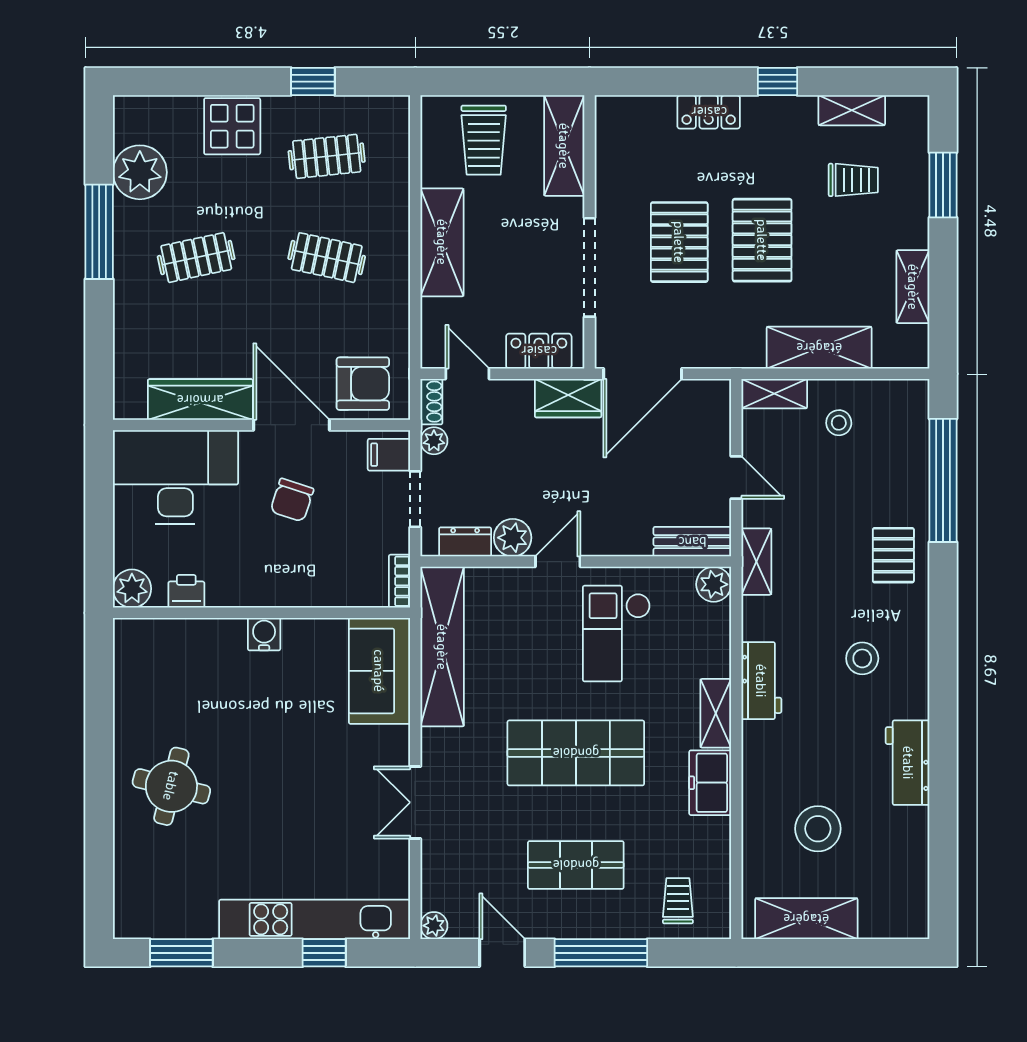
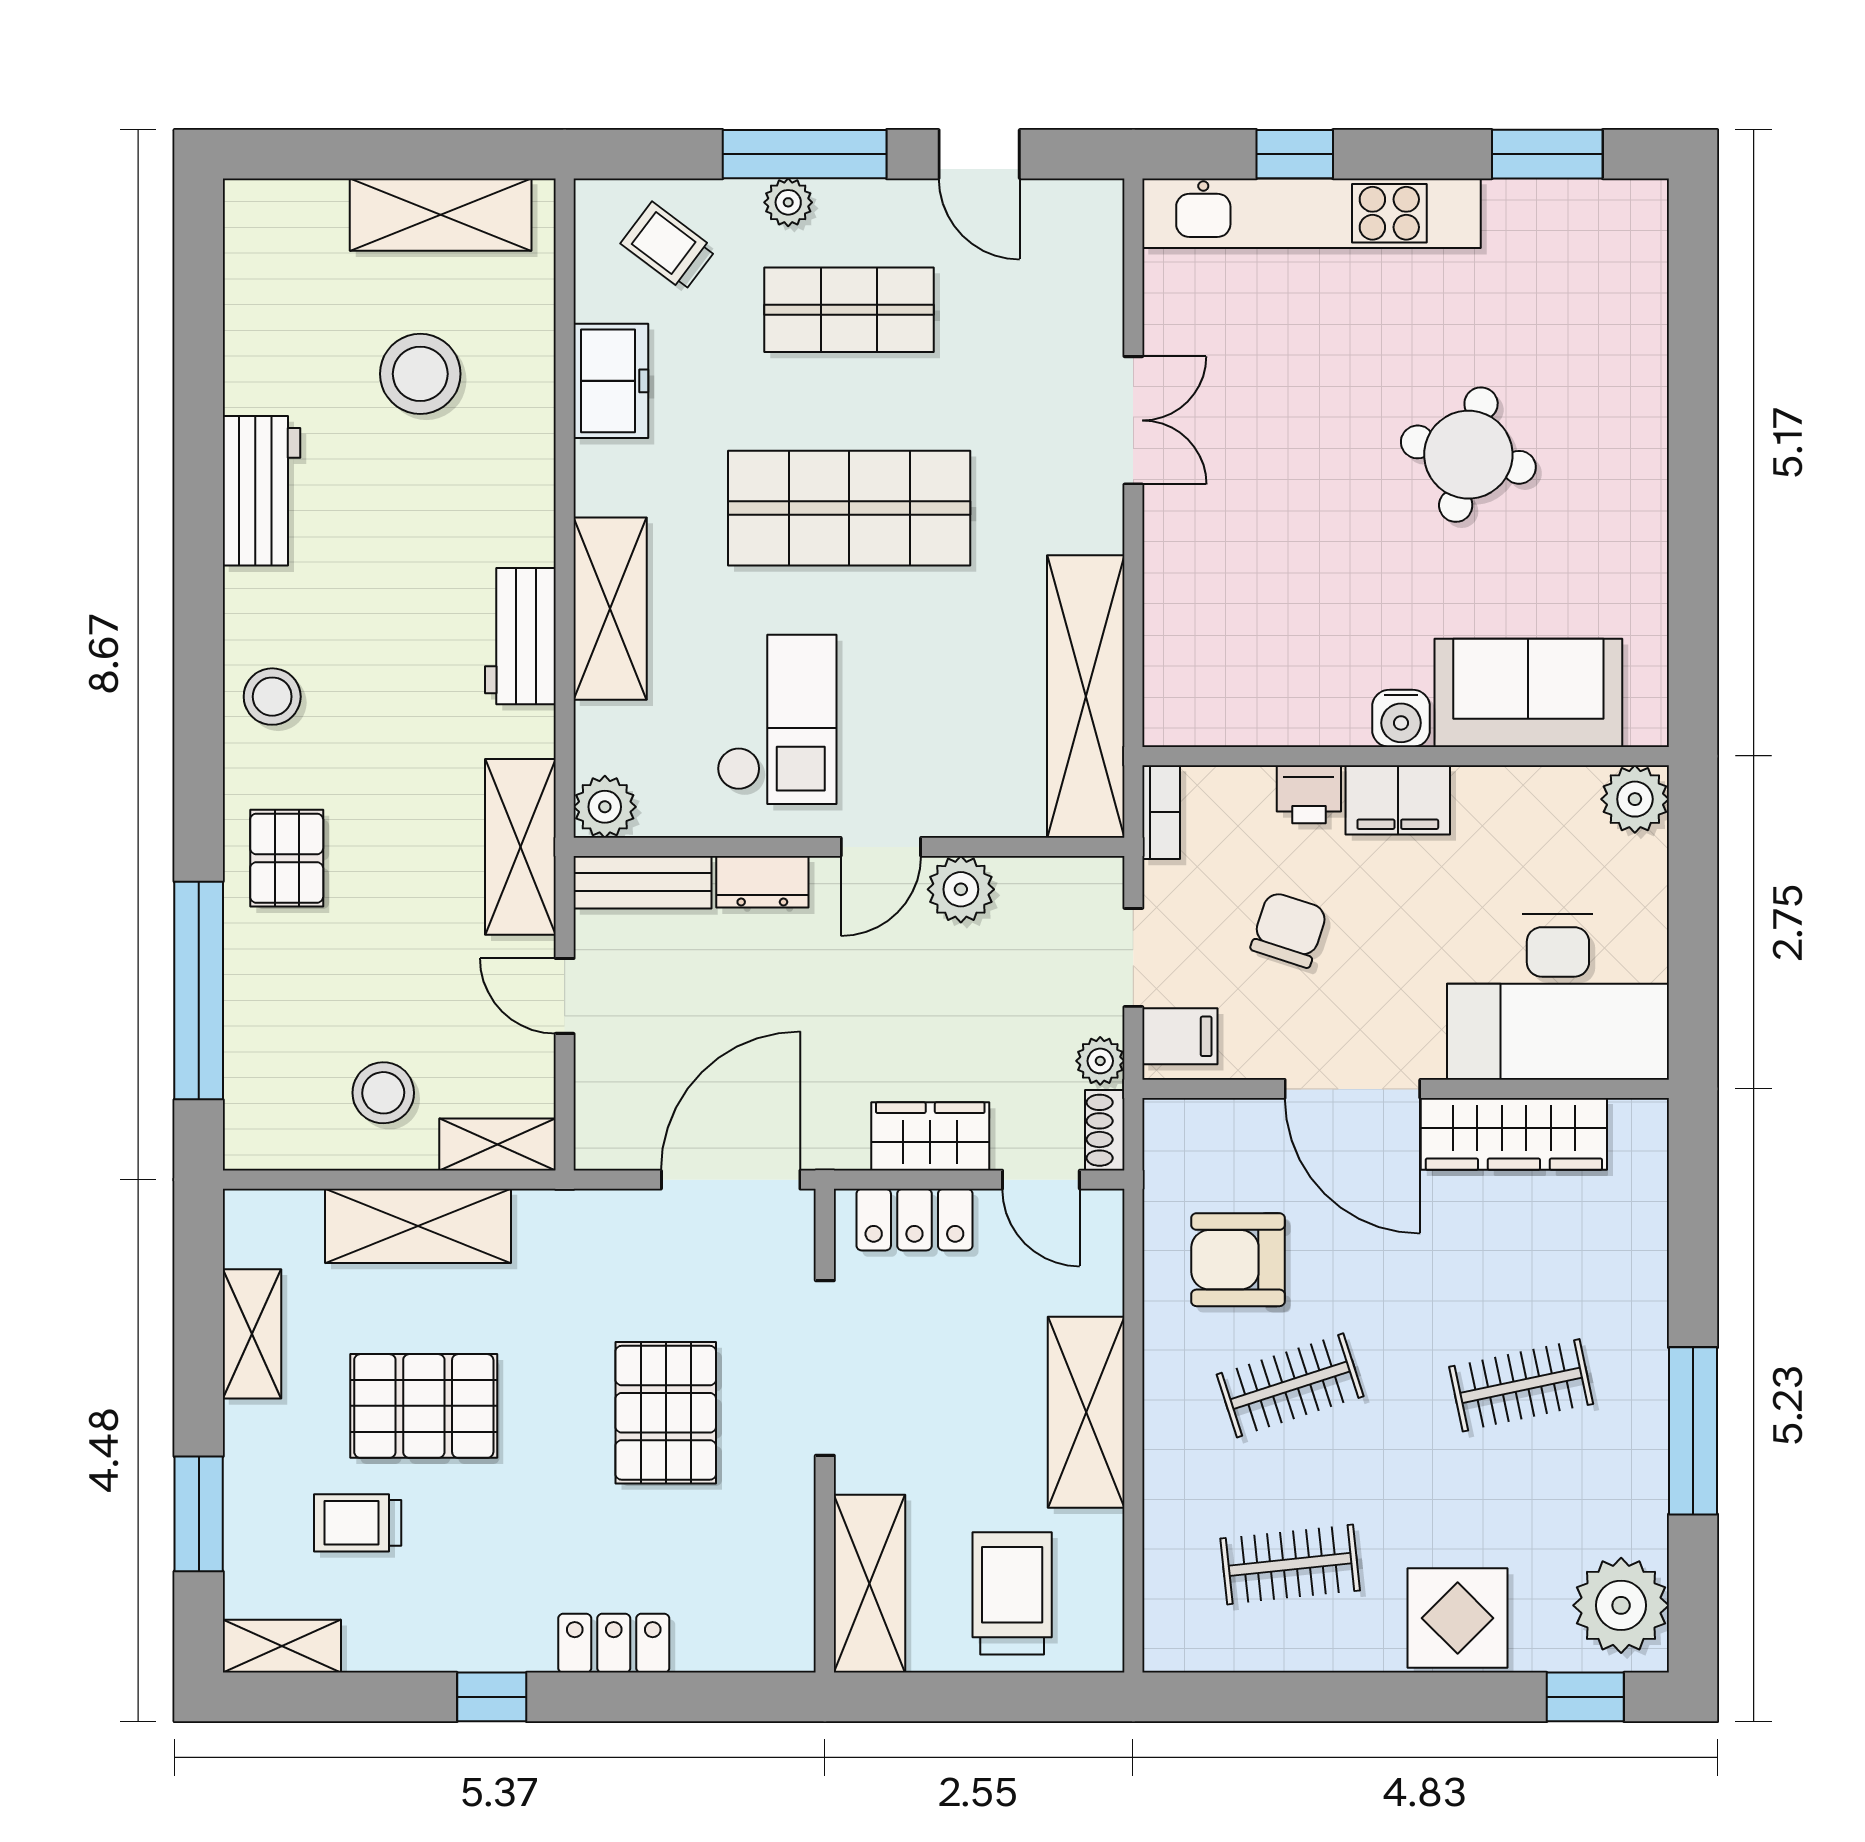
window: (313, 82) -> (1585, 1697), moved
shelving: (852, 110) -> (282, 1646), moved
plant: (140, 172) -> (1621, 1605), moved
pallet: (762, 240) -> (424, 1406), moved, turned 90
clothes rail: (327, 258) -> (1290, 1385), turned -30
armchair: (363, 384) -> (1238, 1260), moved
wardrobe: (568, 398) -> (930, 1136), moved
stool: (839, 423) -> (383, 1093), width x1.37, depth x1.37
chair: (292, 500) -> (1289, 930), moved
dresser: (465, 542) -> (762, 882), moved
shelving: (756, 562) -> (520, 847), width x1.50, depth x1.33
filing cabinet: (266, 588) -> (1398, 800), added
printer: (186, 591) -> (1309, 794), moved
stool: (862, 658) -> (272, 697), moved
sofa: (379, 671) -> (1528, 693), moved, turned -90
shelving: (716, 713) -> (610, 609), width x1.50, depth x1.33
freezer: (710, 783) -> (611, 381), moved
round table: (171, 786) -> (1468, 455), moved
trolley: (678, 901) -> (668, 246), turned 127
plant: (434, 926) -> (788, 202), moved

